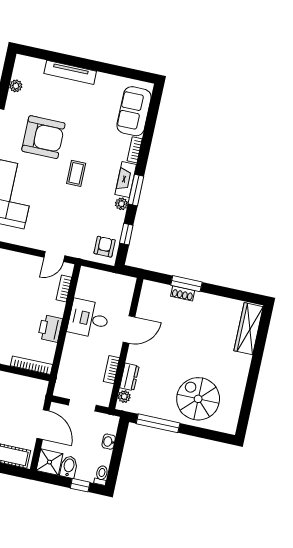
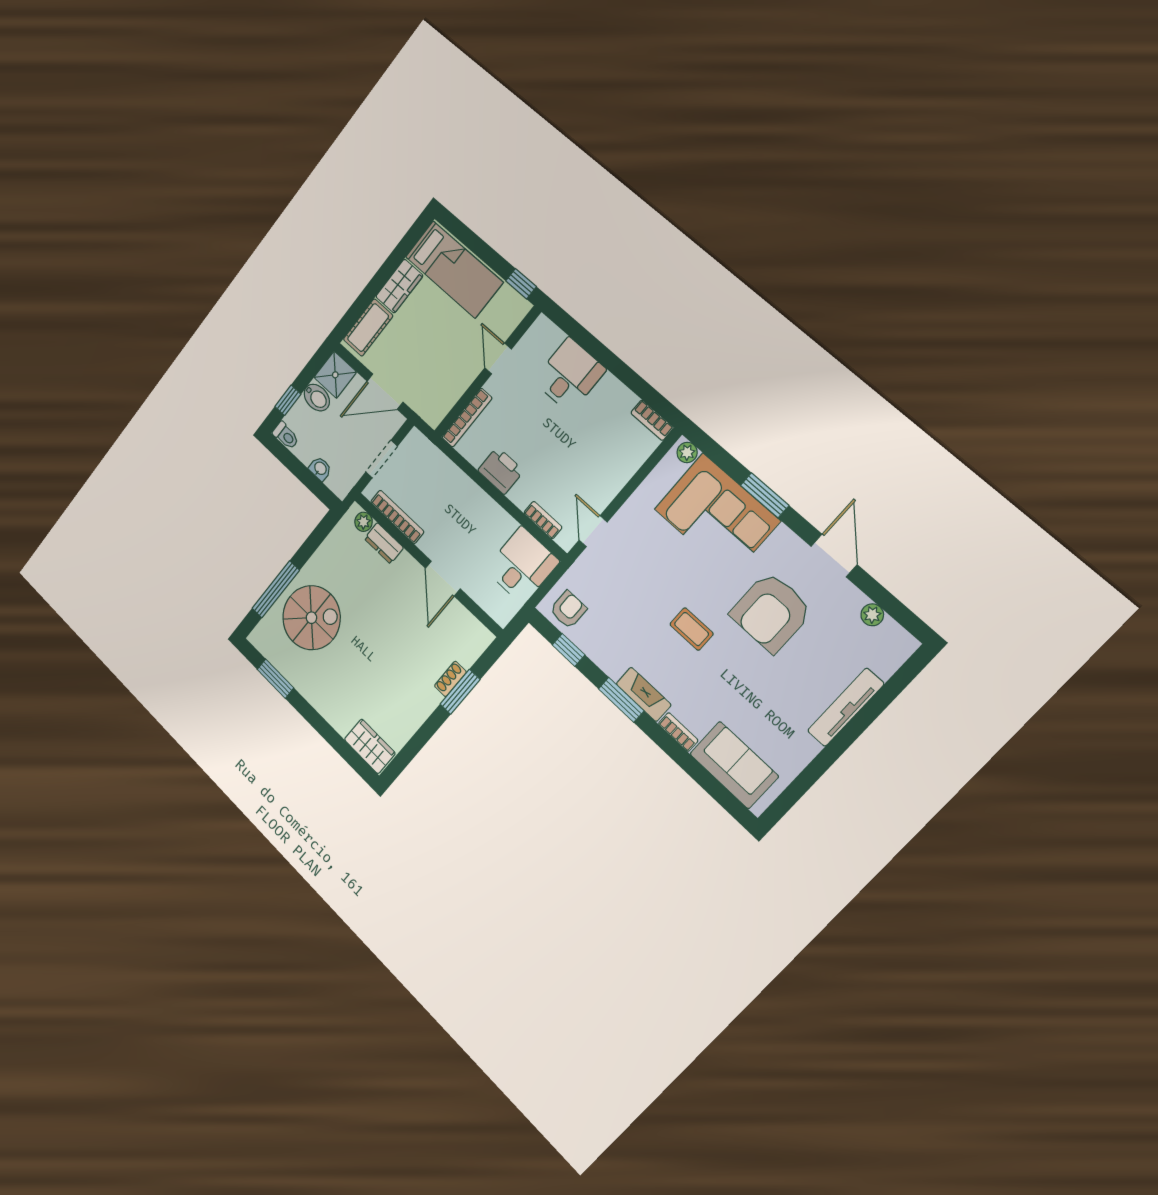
plant: (121, 204) -> (613, 668), removed
armchair: (105, 247) -> (568, 610), turned -90
desk: (89, 319) -> (522, 566), moved
wardrobe: (249, 329) -> (370, 746), width x0.67
bookcase: (111, 370) -> (397, 517), width x1.56
window: (247, 402) -> (275, 679), added
window: (158, 423) -> (276, 589), moved

